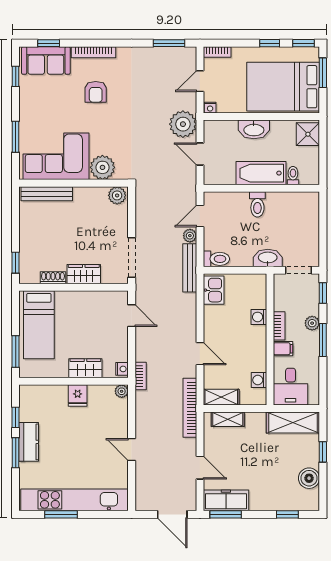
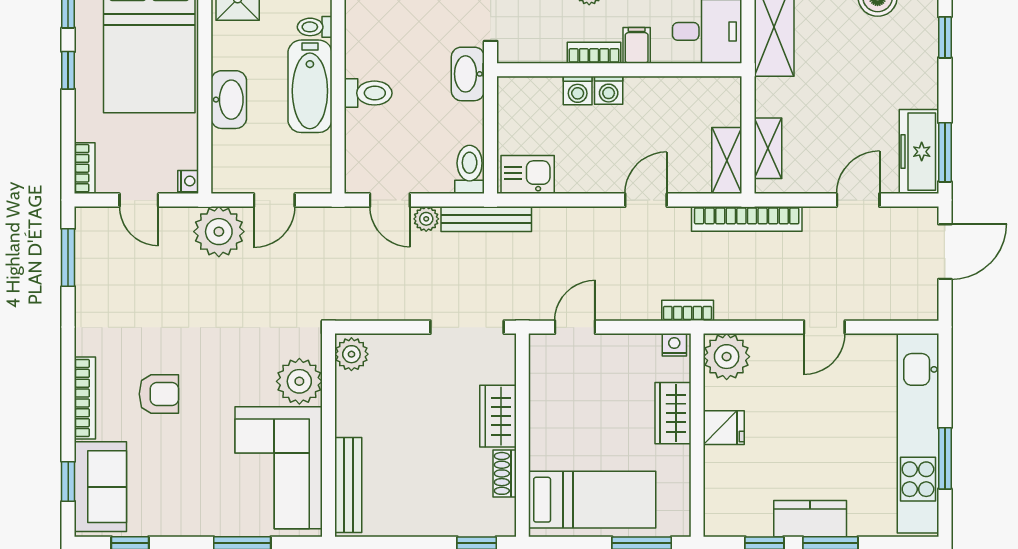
washing machine: (259, 380) -> (609, 90), moved
plant: (122, 391) -> (727, 357), width x1.87, depth x1.87

